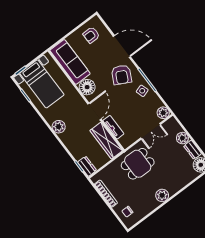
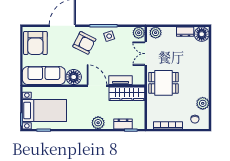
armchair: (91, 35) -> (35, 43), width x1.88, depth x1.88
plant: (59, 127) -> (98, 123), moved
double door: (151, 131) -> (146, 54), swing flipped
plant: (182, 138) -> (156, 33), moved
dining table: (138, 164) -> (163, 83), turned 90
dresser: (87, 166) -> (123, 124), moved
plant: (162, 195) -> (203, 103), moved

